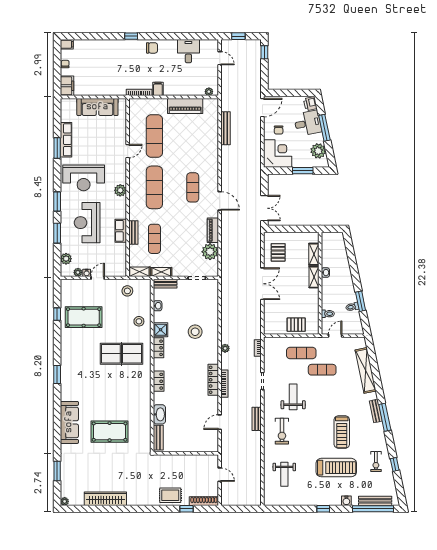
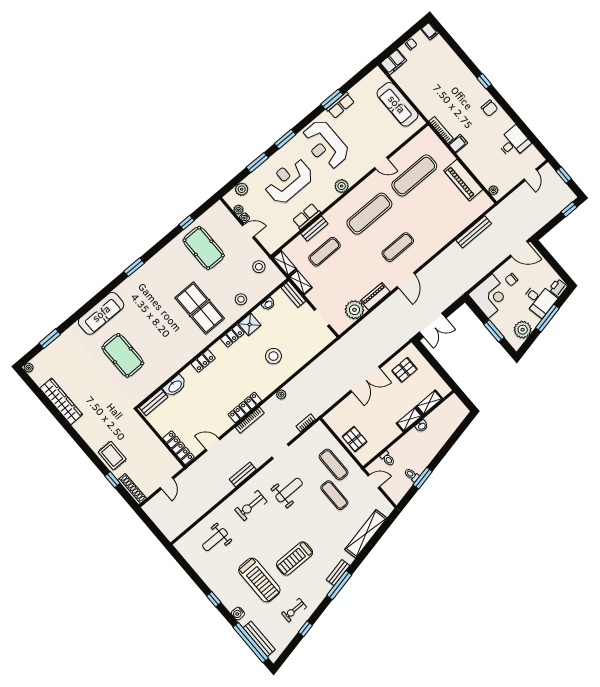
row of seats: (66, 140) -> (341, 105), width x0.68
locker: (202, 447) -> (178, 448), added

